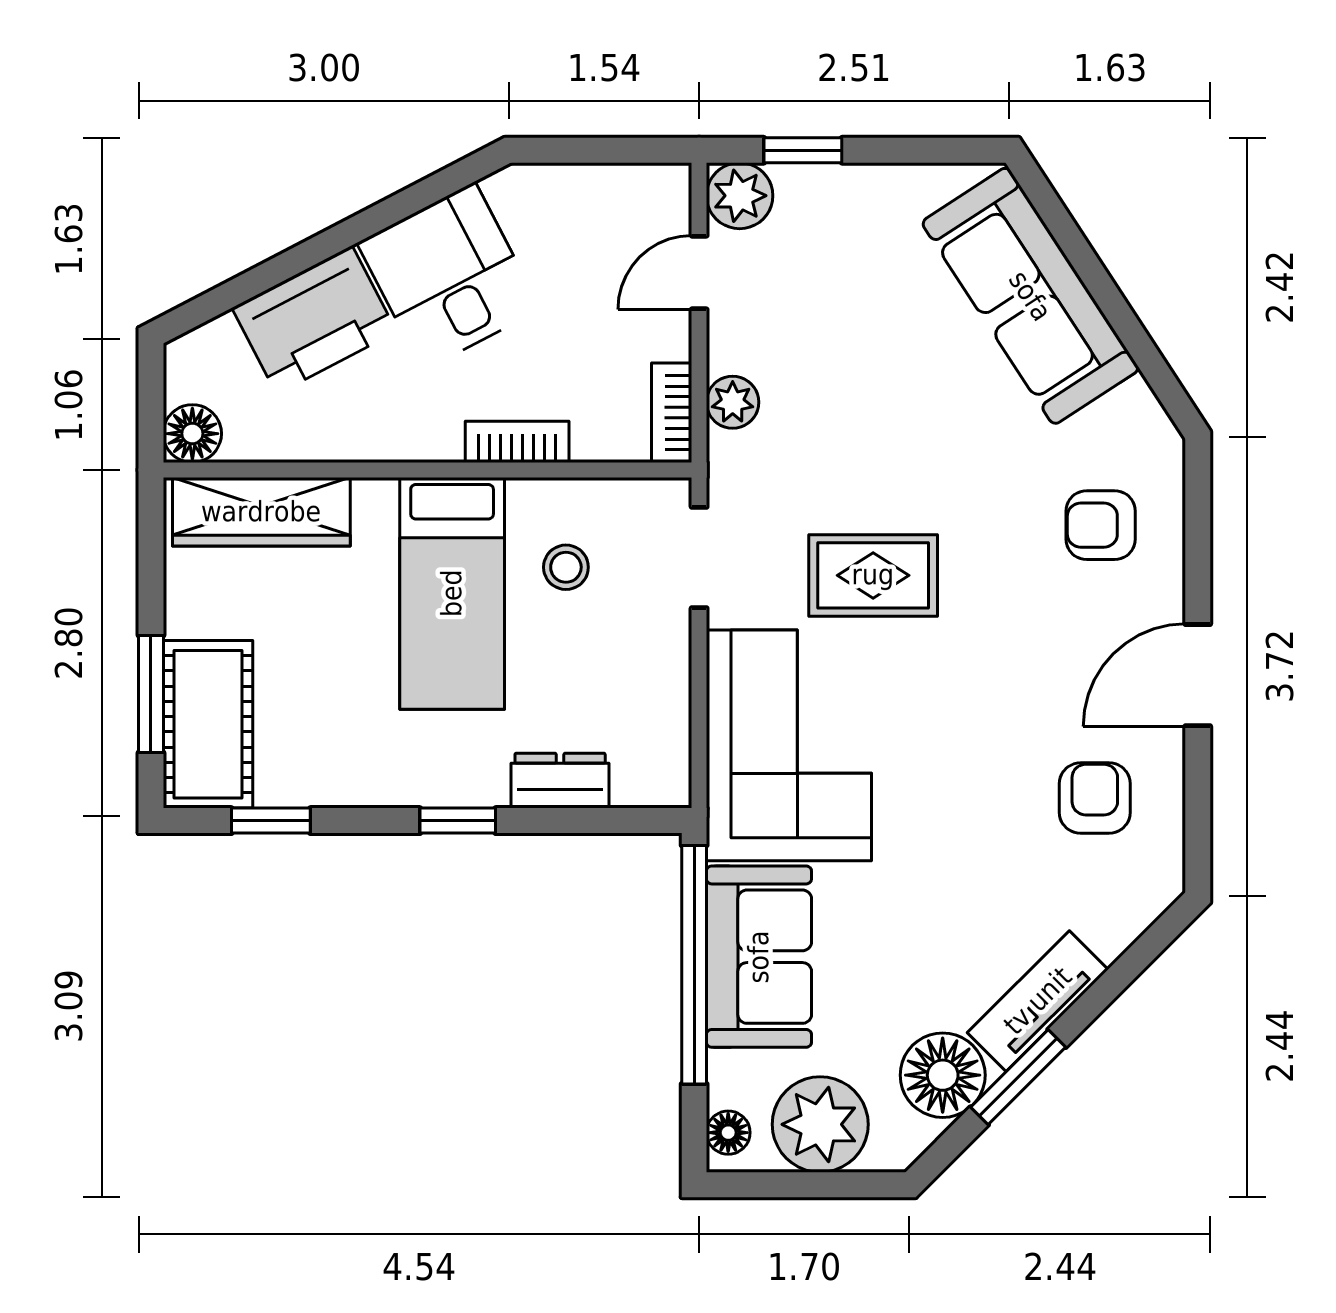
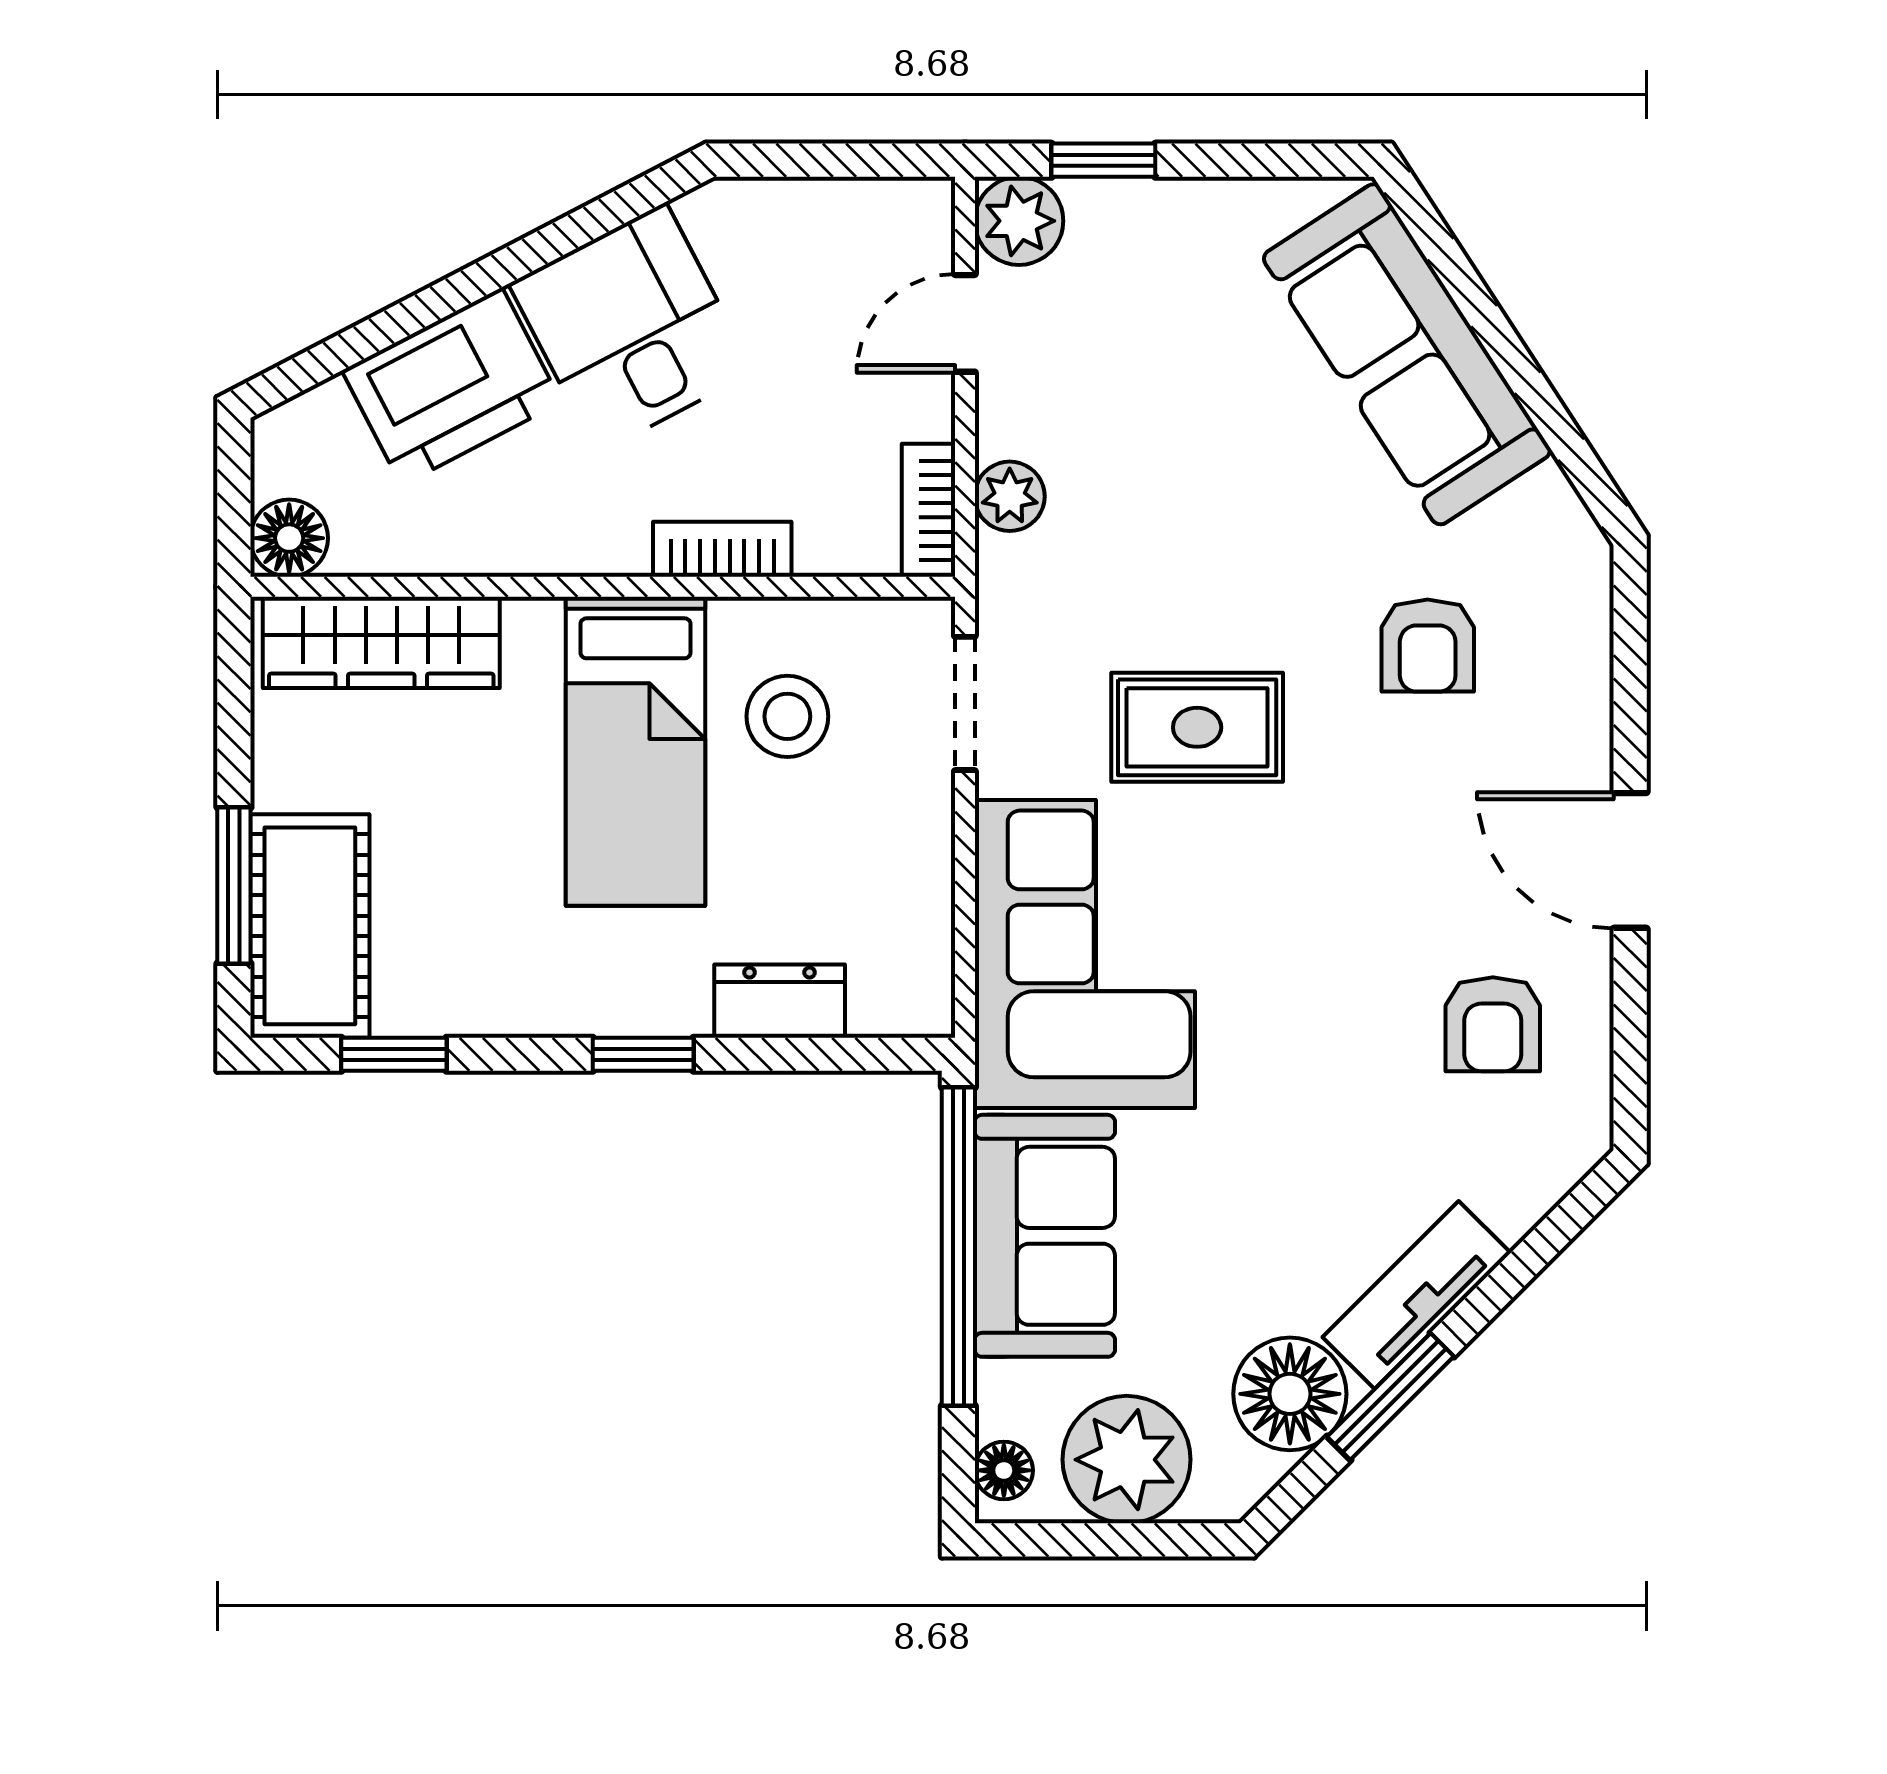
armchair: (1101, 525) -> (1428, 646), moved, turned -90
stool: (566, 567) -> (787, 716), width x1.37, depth x1.37
door: (1198, 675) -> (1630, 860), hinge flipped
armchair: (1095, 798) -> (1493, 1024), turned 180

